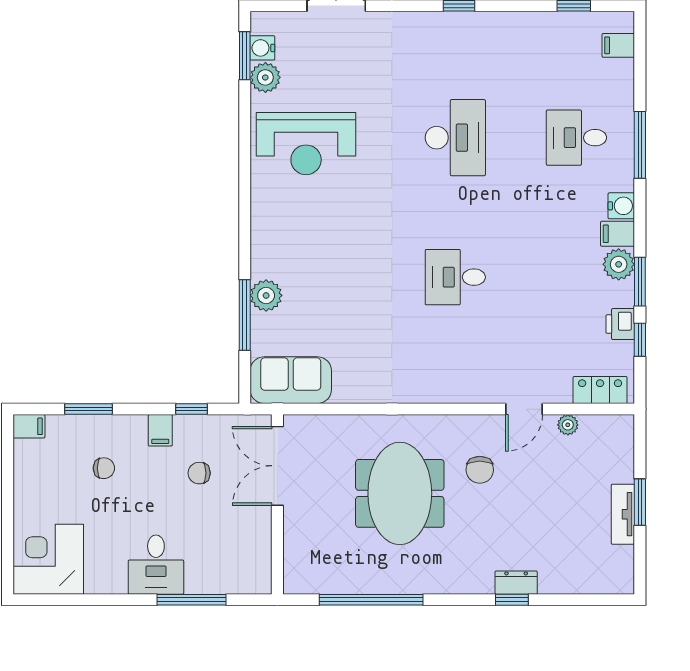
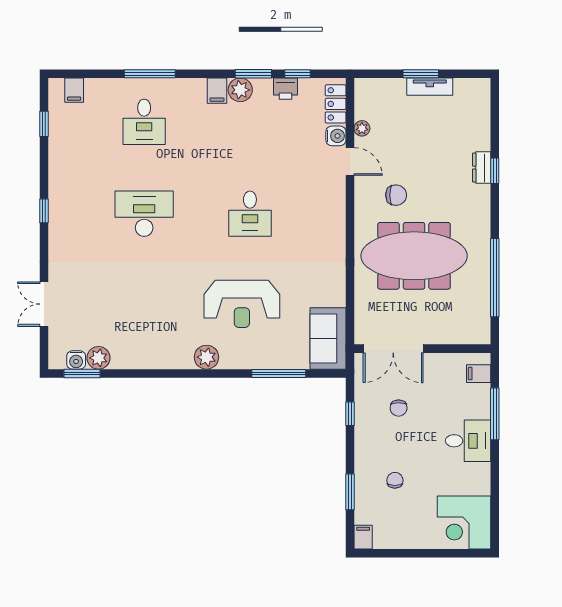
reception desk: (306, 144) -> (242, 304), moved, turned 90
water cooler: (621, 206) -> (336, 136), moved, turned 90
plant: (266, 295) -> (206, 357), moved
filing cabinet: (160, 430) -> (479, 374), moved, turned 180
meeting table: (400, 493) -> (414, 256), width x1.36

